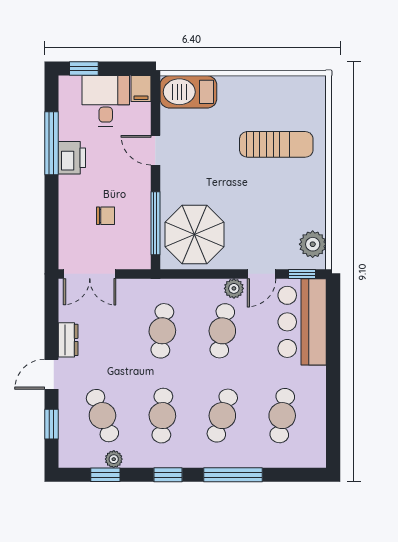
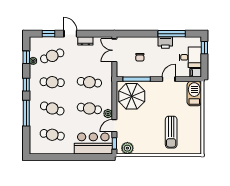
door: (261, 274) -> (114, 126), hinge flipped

